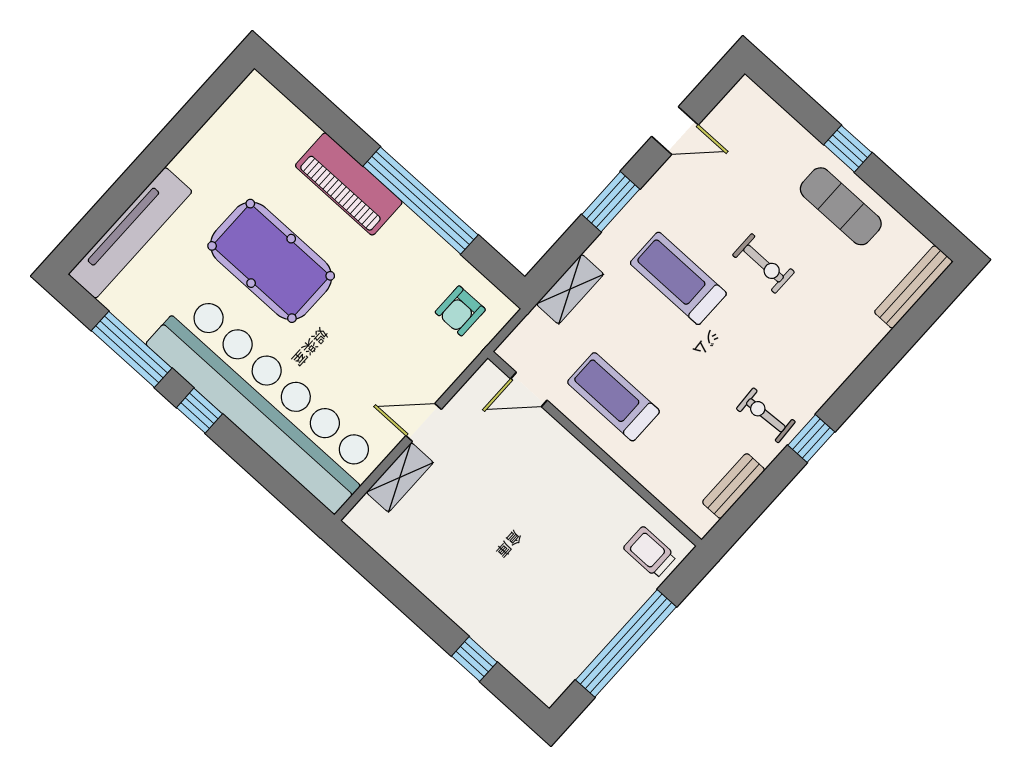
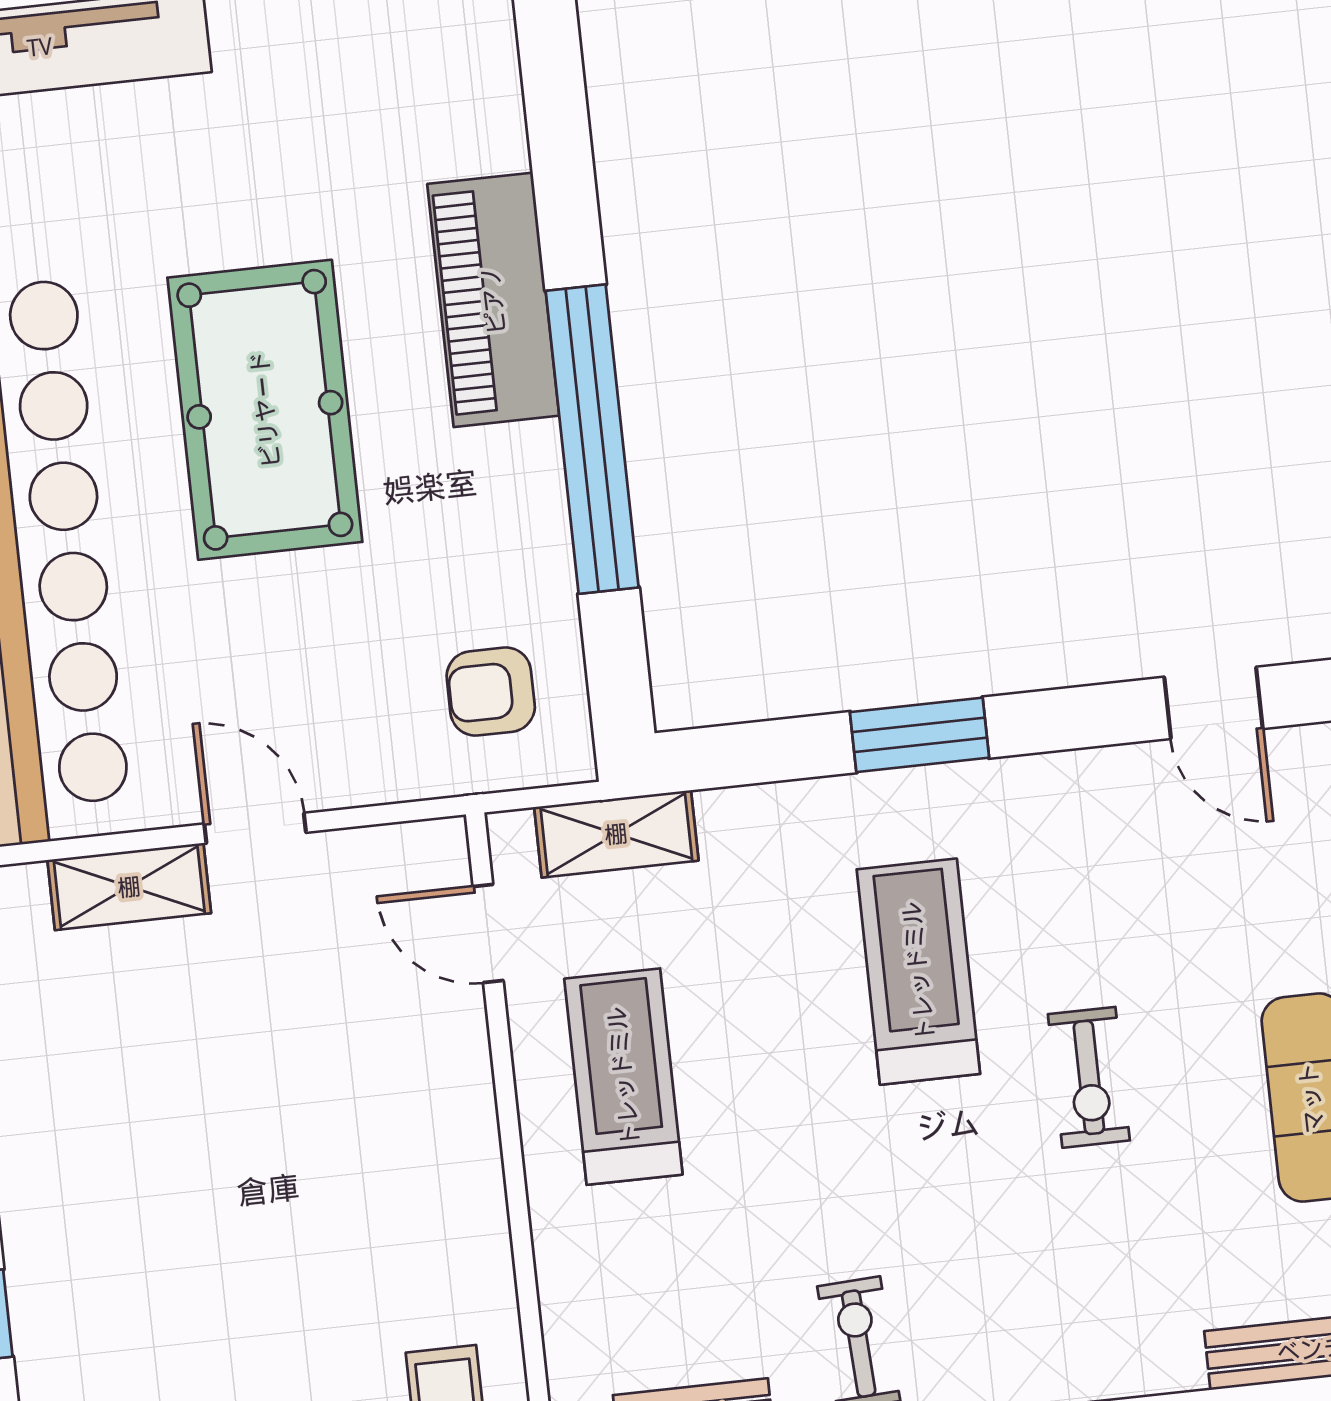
door: (675, 131) -> (1213, 703), moved
pool table: (271, 261) -> (265, 410), moved
shelving: (570, 289) -> (616, 834), moved

